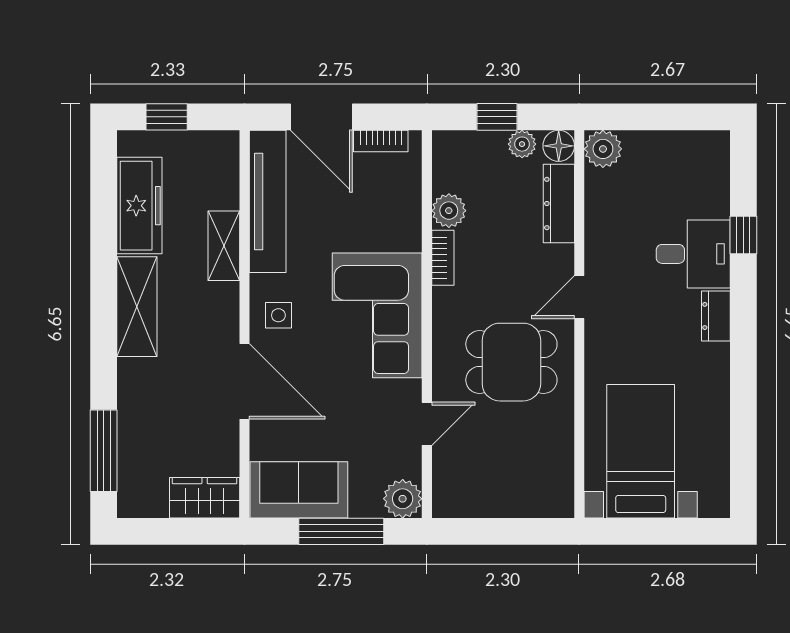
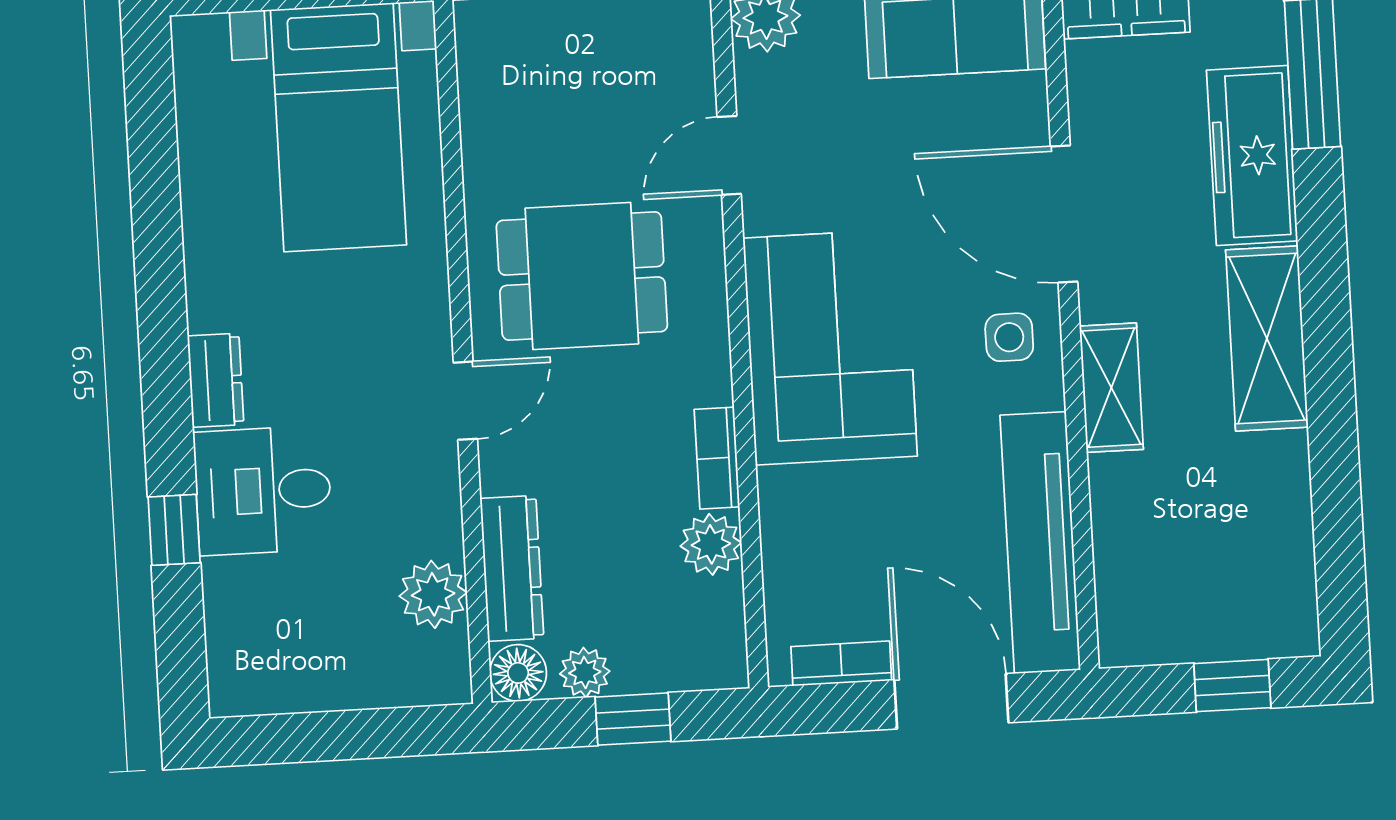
plant: (603, 149) -> (433, 594), moved
freezer: (139, 206) -> (1252, 156), moved
shelving: (224, 246) -> (1111, 388), moved

